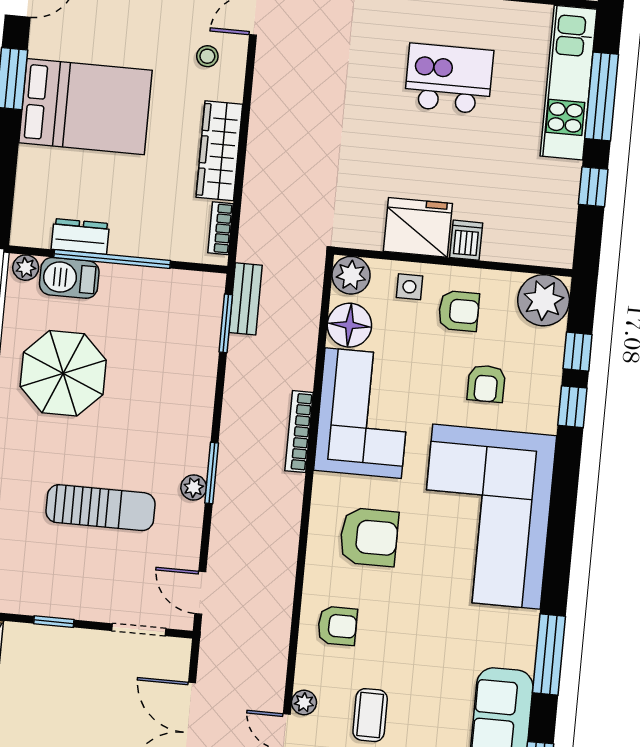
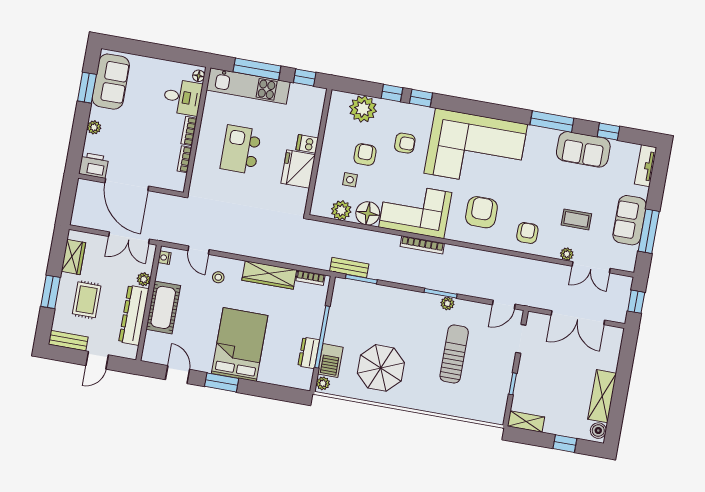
fridge: (418, 227) -> (298, 169), moved
dishwasher: (466, 240) -> (307, 144), moved
wall: (453, 262) -> (318, 152), moved

